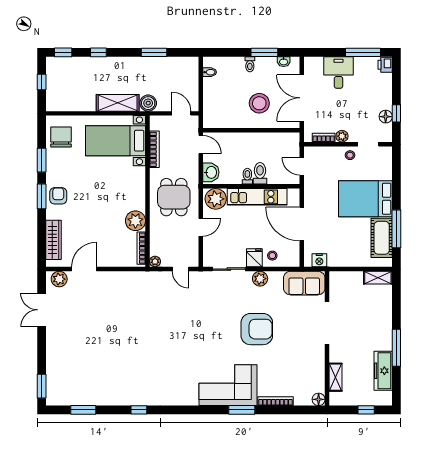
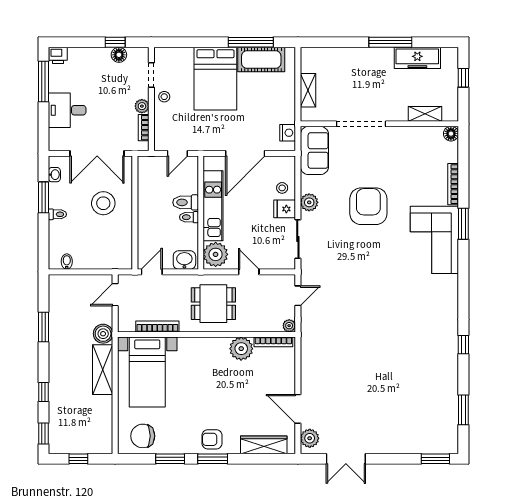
shelving: (378, 278) -> (308, 90), moved

